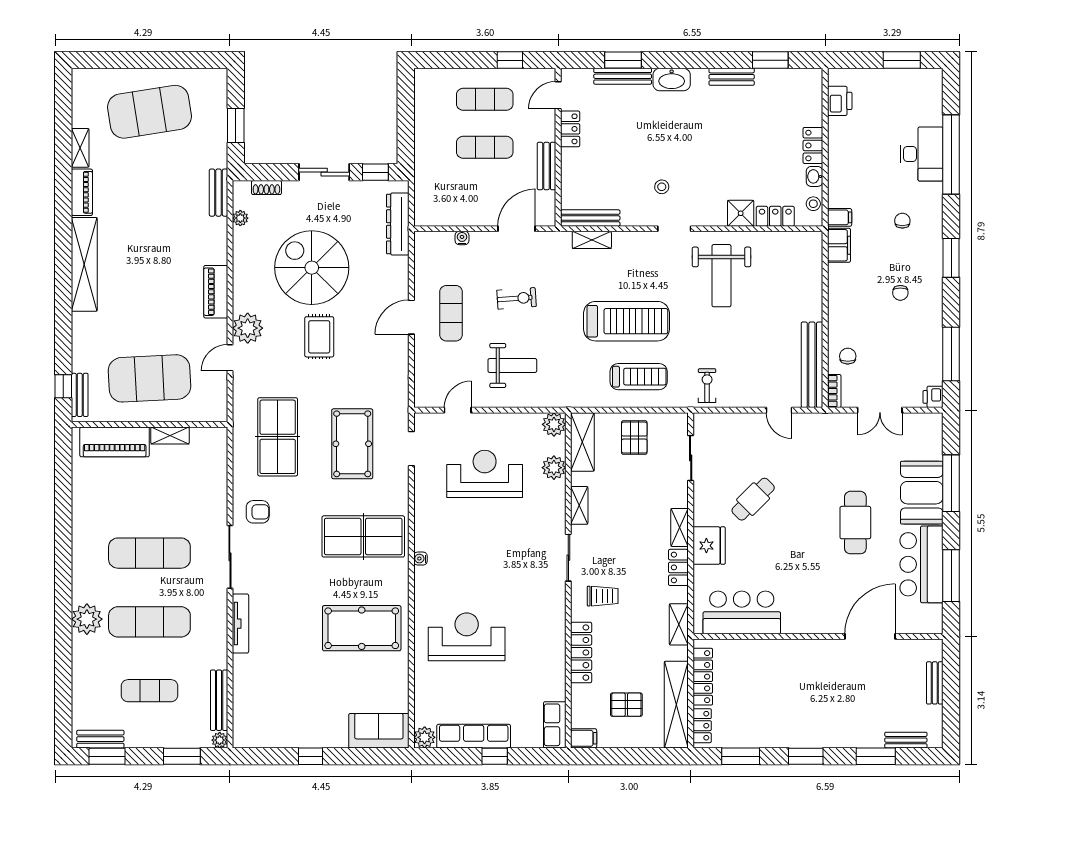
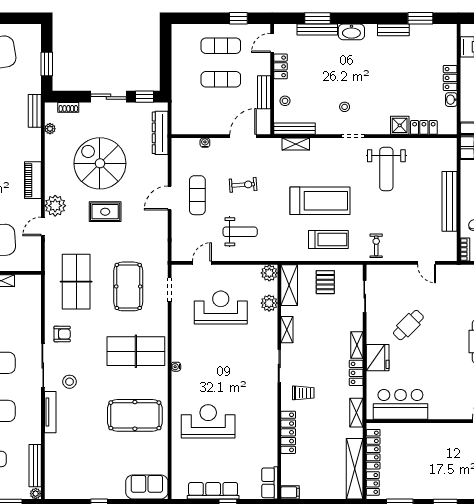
stool: (813, 204) -> (285, 101), moved
rug: (319, 337) -> (105, 212), turned 90
bench: (812, 365) -> (450, 201), moved
stool: (268, 580) -> (69, 382), added
pallet: (626, 705) -> (320, 469), removed
plant: (425, 737) -> (179, 492), removed

